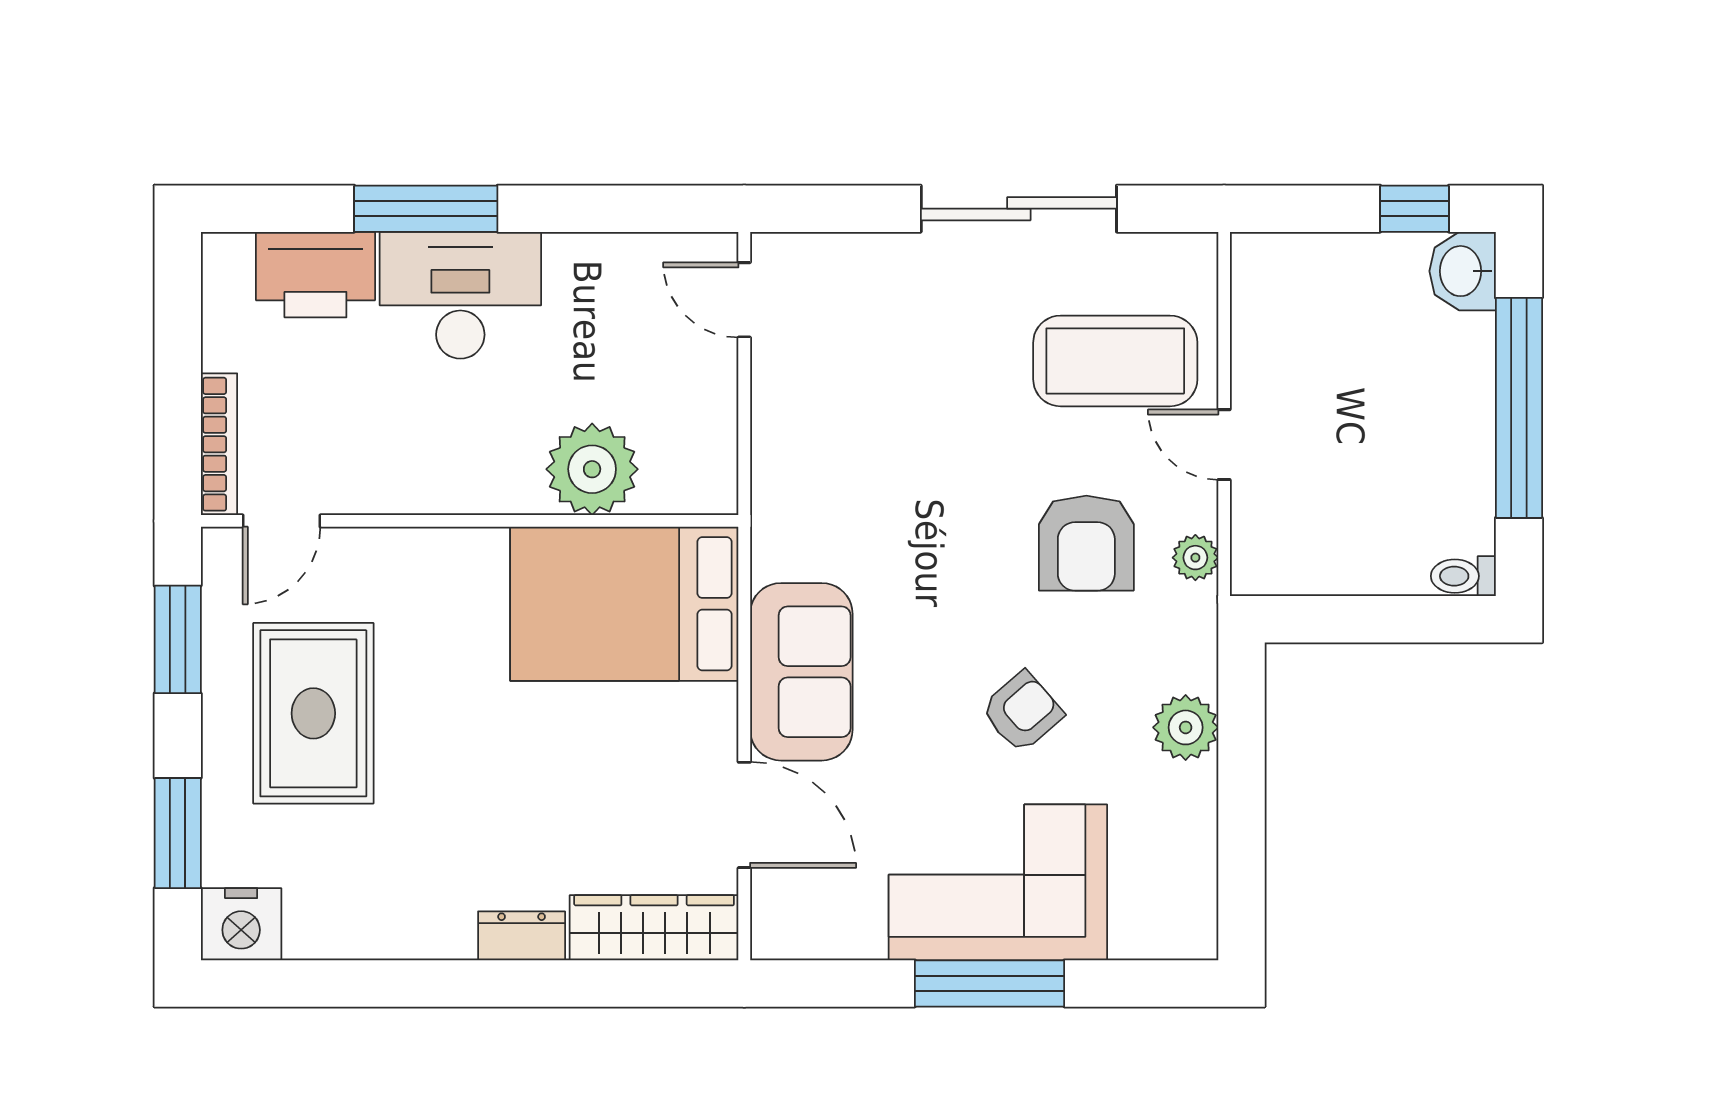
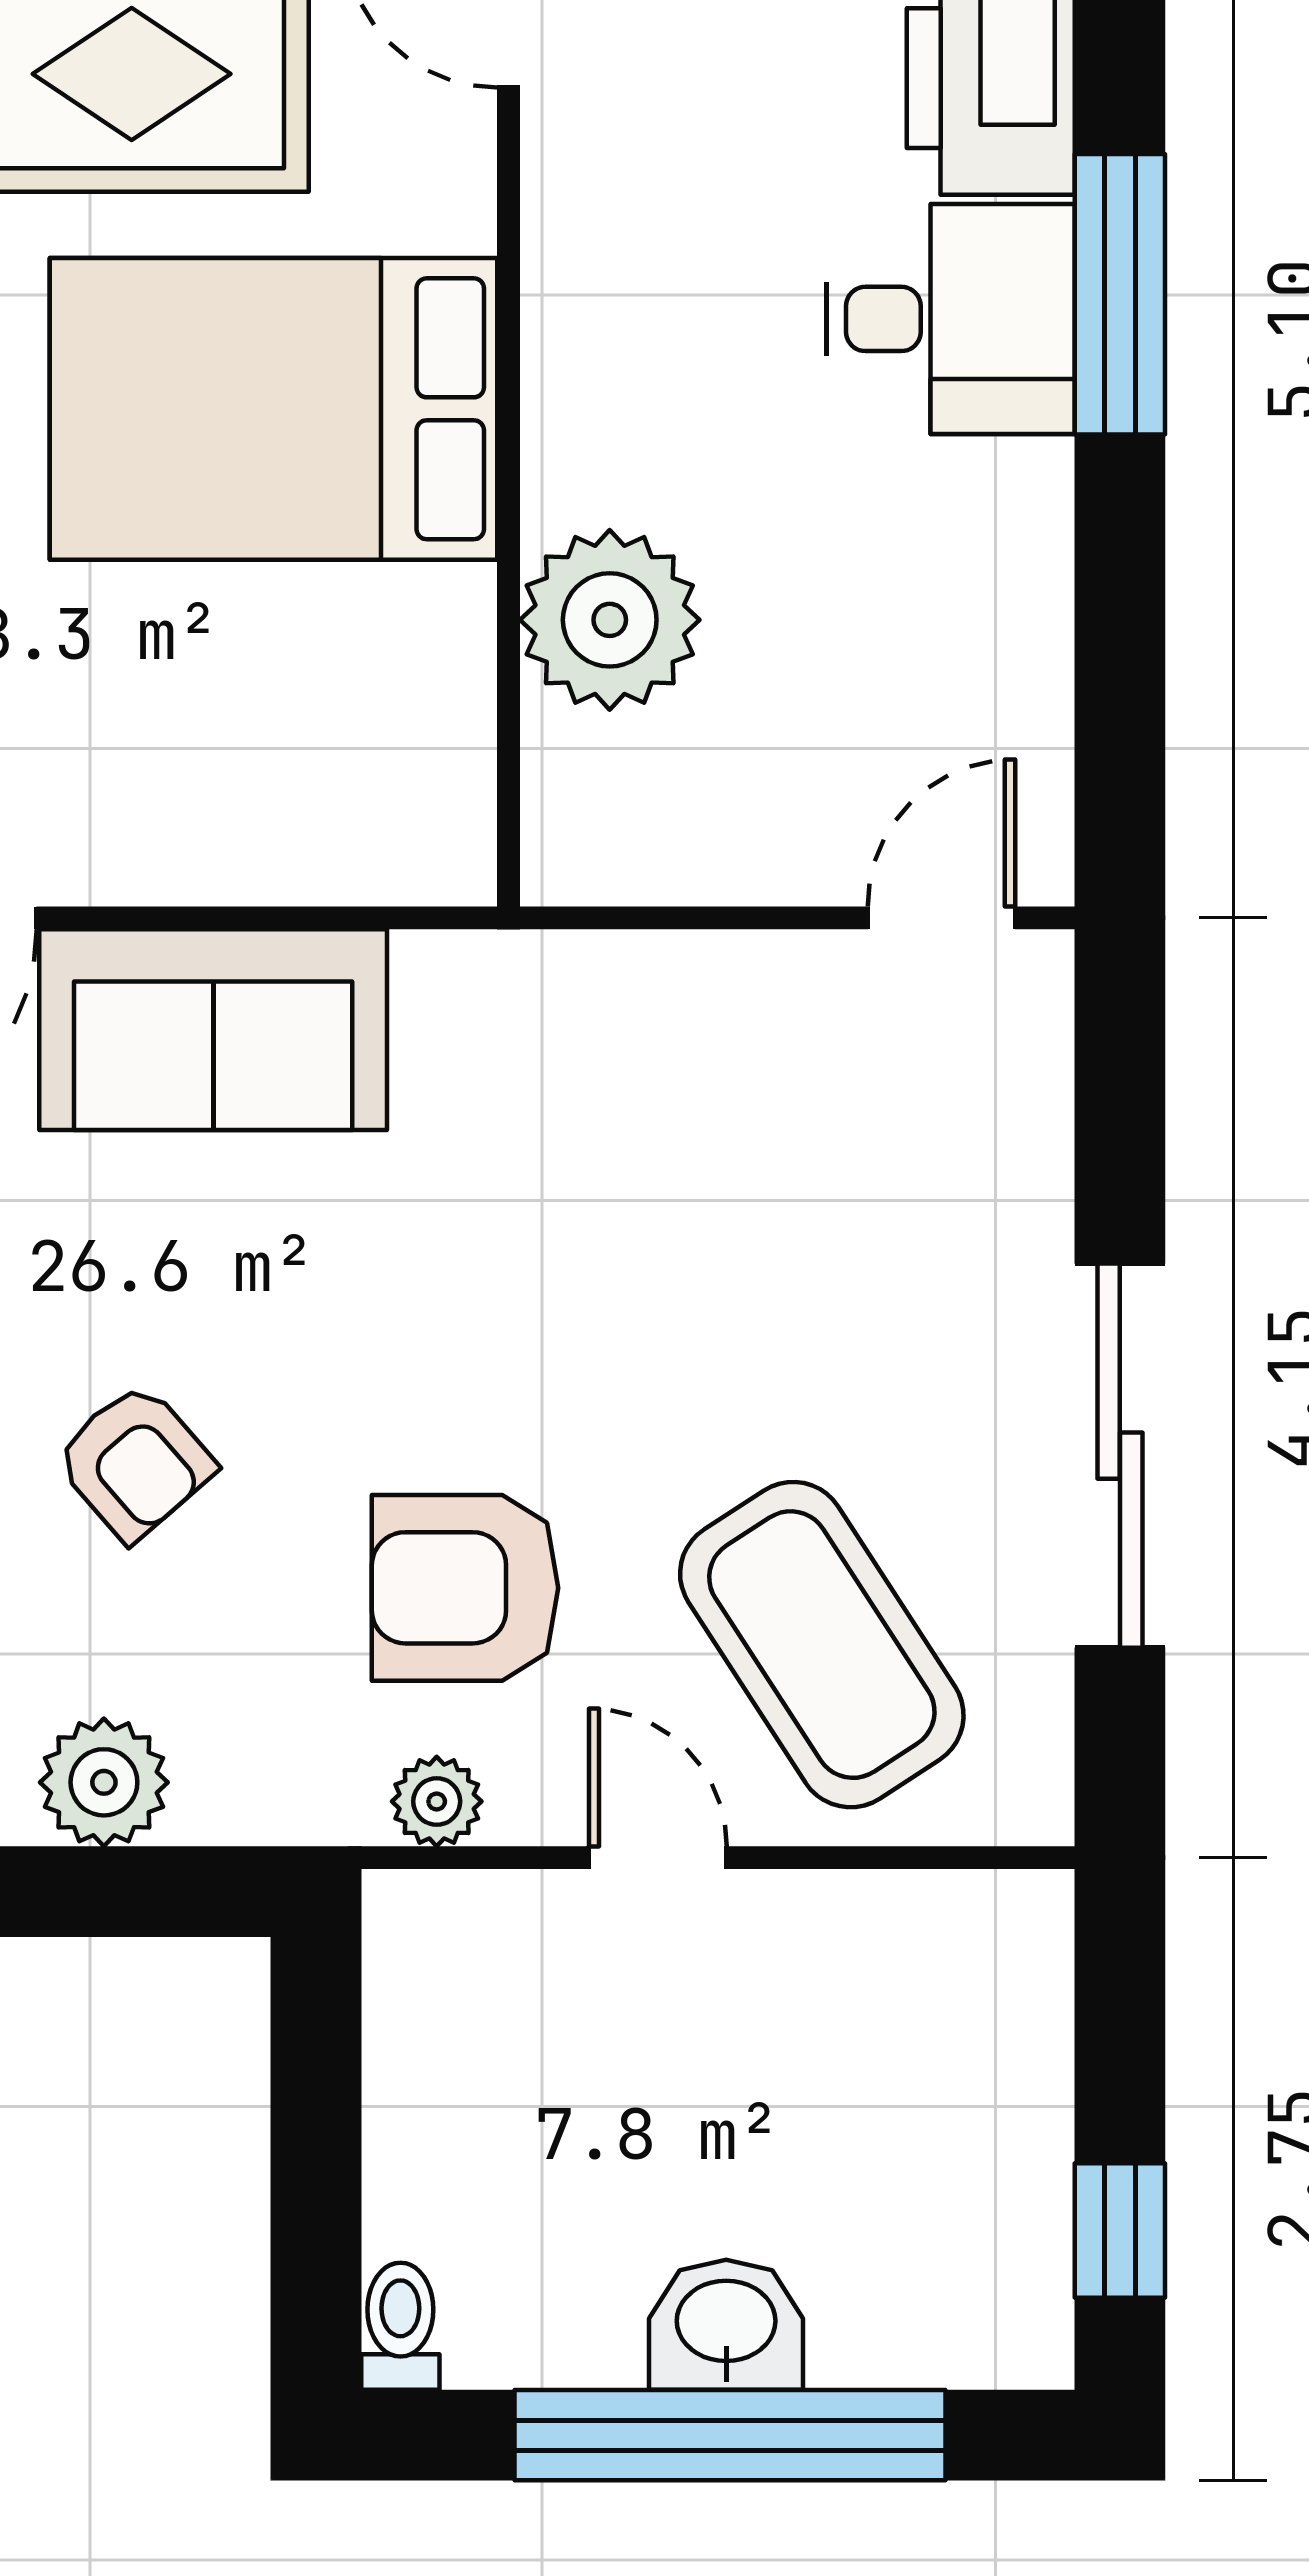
washbasin: (1463, 271) -> (726, 2325), moved
desk: (460, 295) -> (950, 319), width x0.73
coffee table: (1115, 361) -> (822, 1645), turned -33
door: (1224, 445) -> (658, 1858), hinge flipped
bed: (624, 604) -> (274, 409), moved, turned -90

